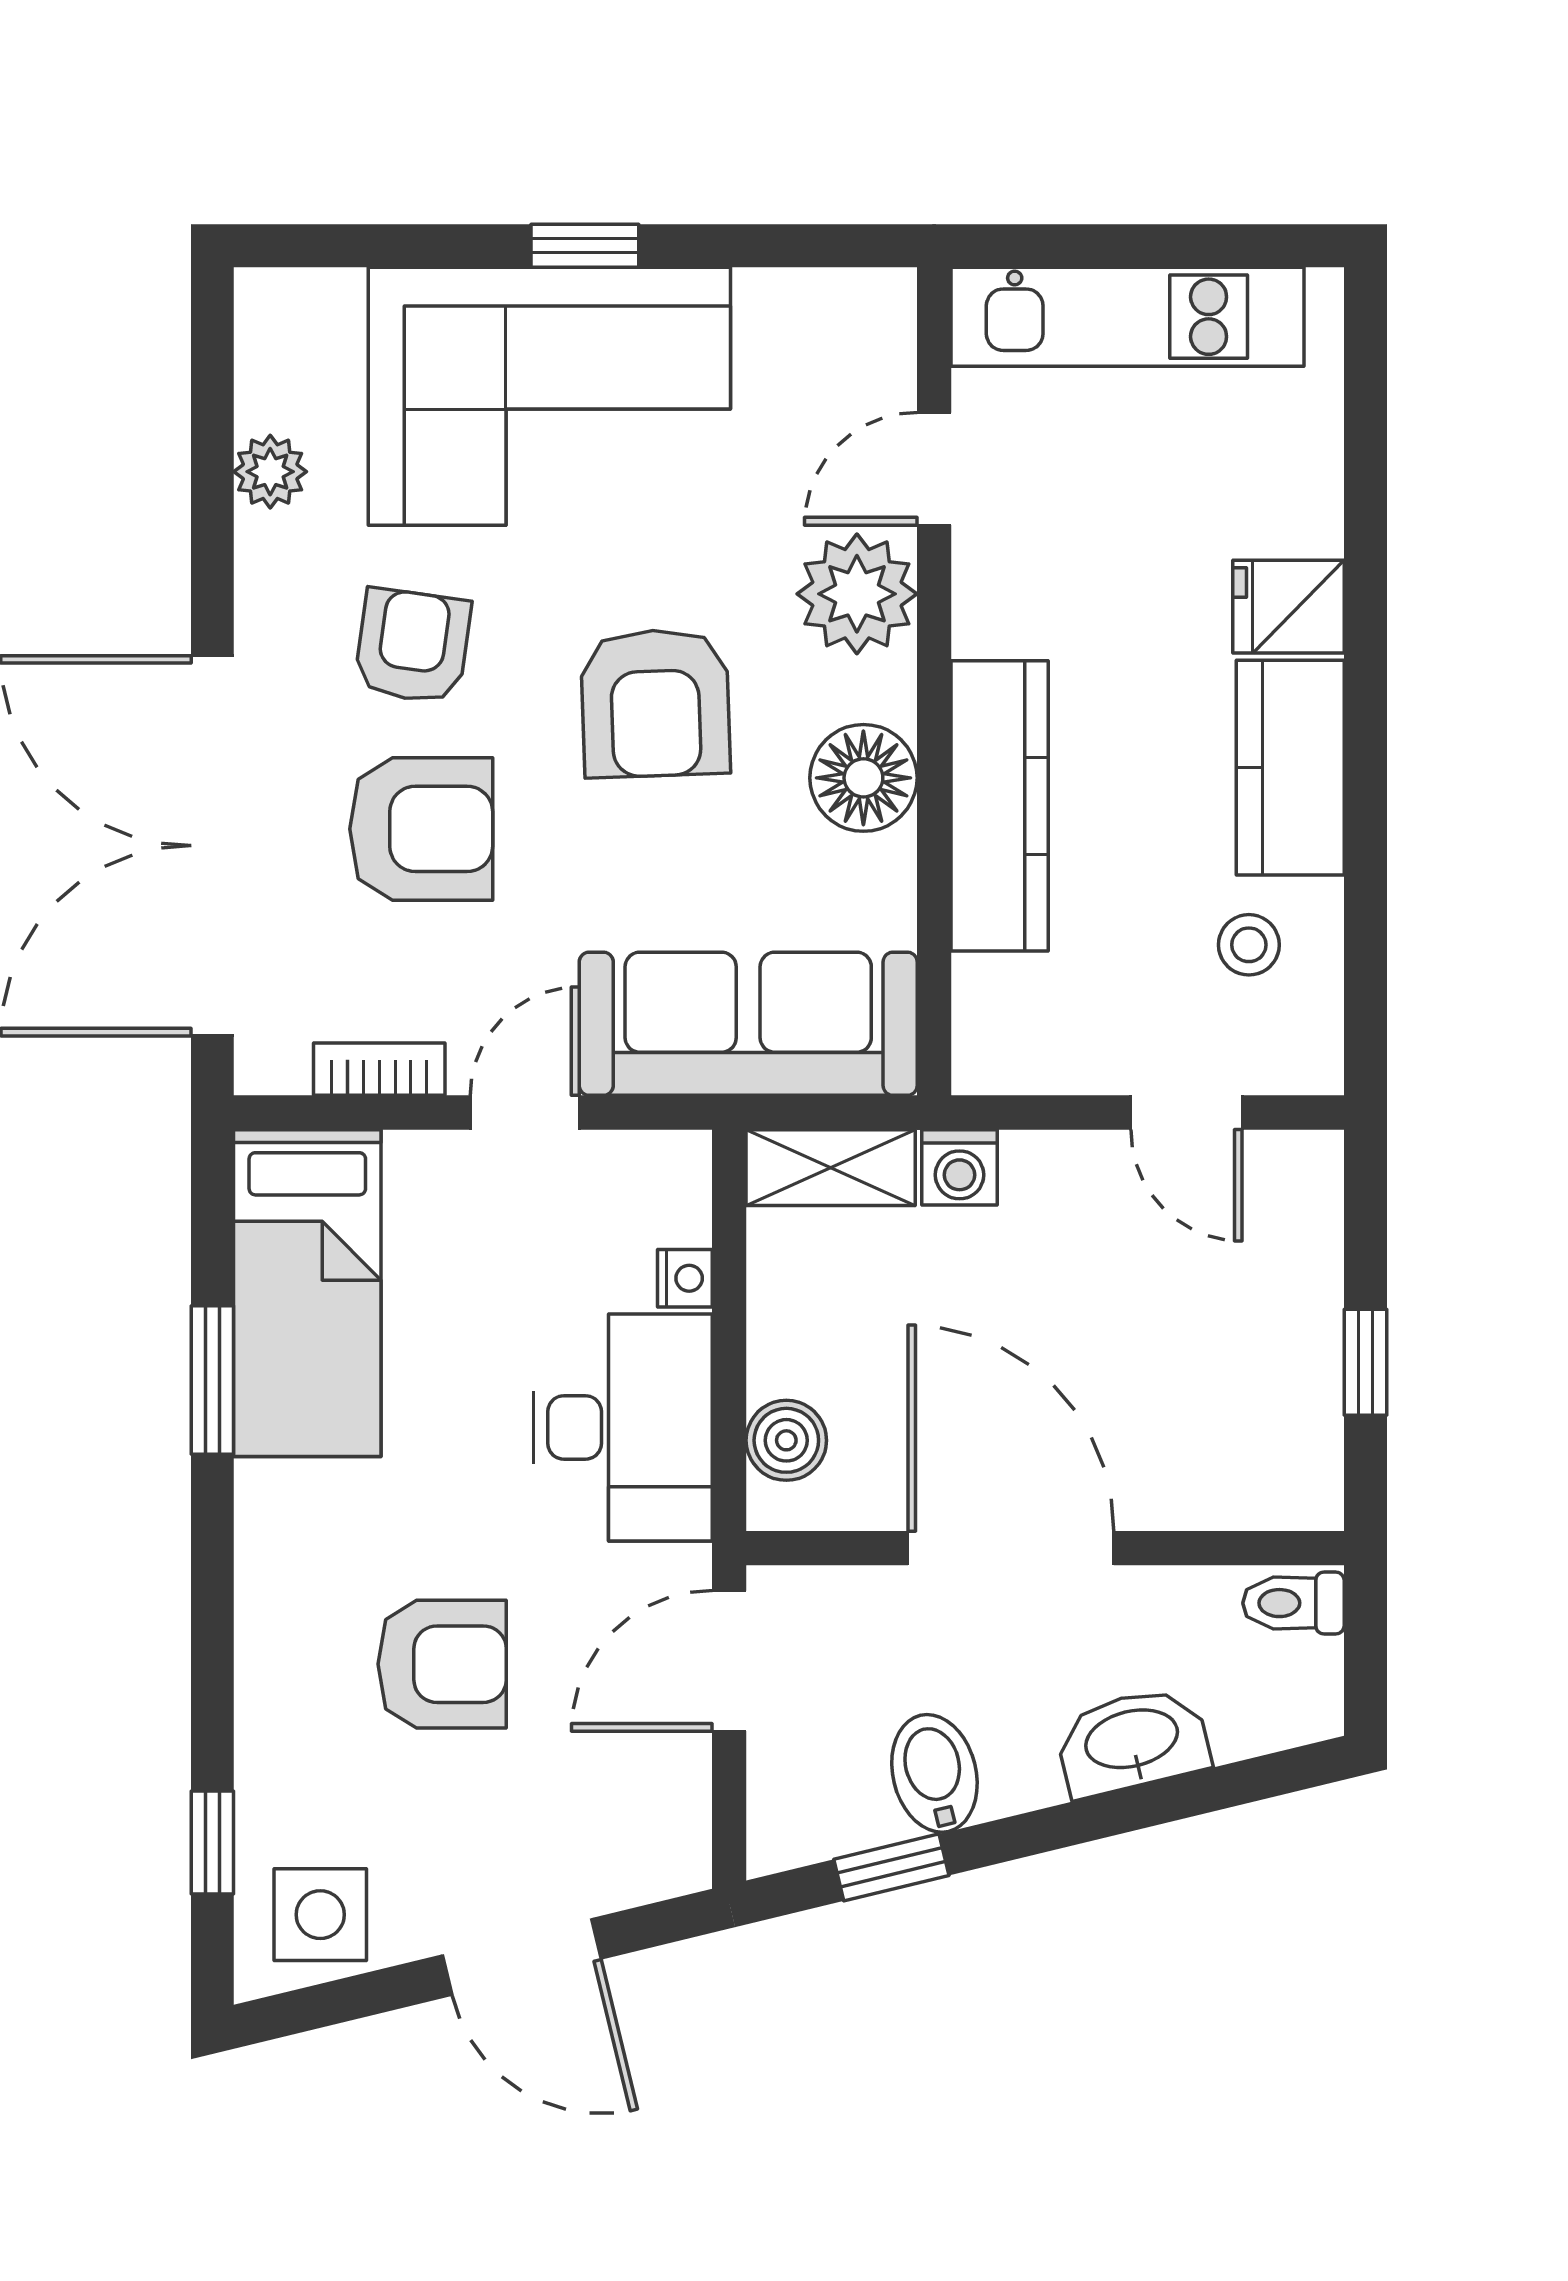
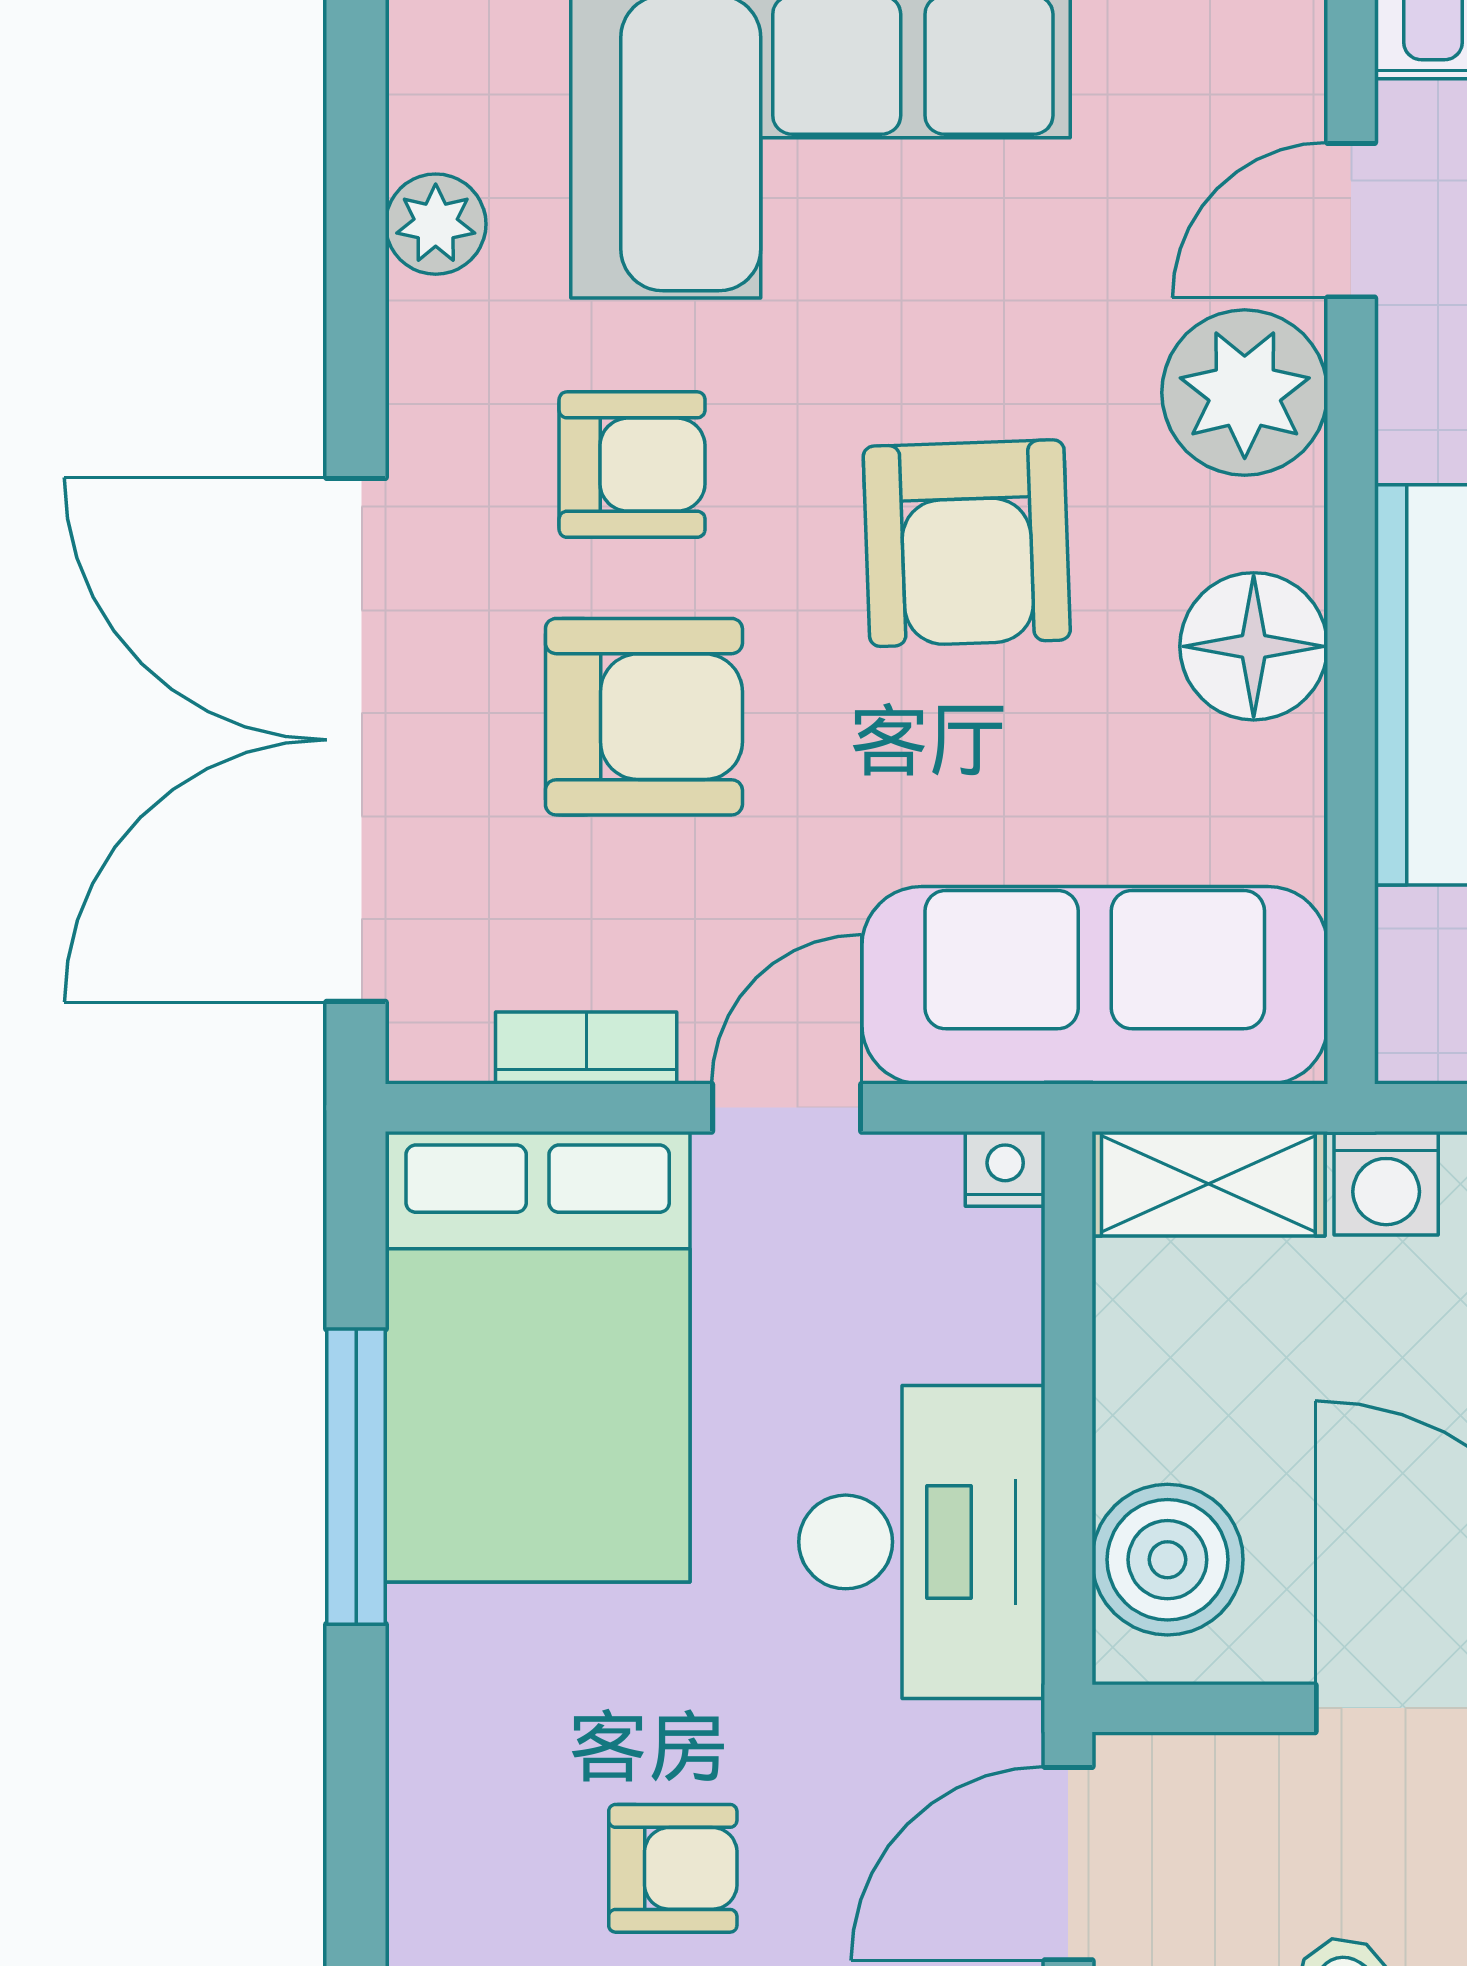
armchair: (413, 646) -> (632, 465), turned 82
nightstand: (685, 1278) -> (1005, 1169), moved, turned -90
bed: (307, 1293) -> (538, 1357), width x1.50
window: (212, 1380) -> (356, 1477), width x1.44
boiler: (786, 1440) -> (1167, 1560), width x1.36, depth x1.36
armchair: (442, 1664) -> (673, 1868), width x0.72, depth x0.72

